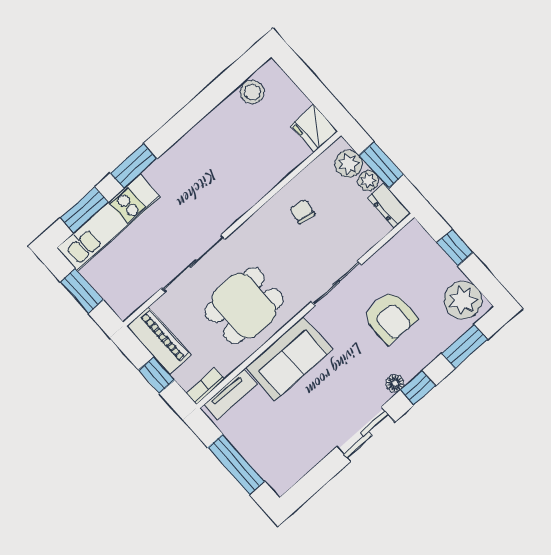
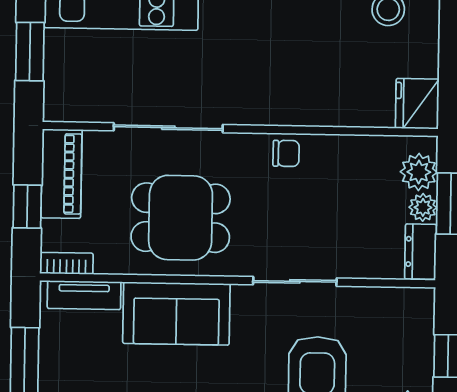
chair: (302, 212) -> (286, 153), moved, turned 81

